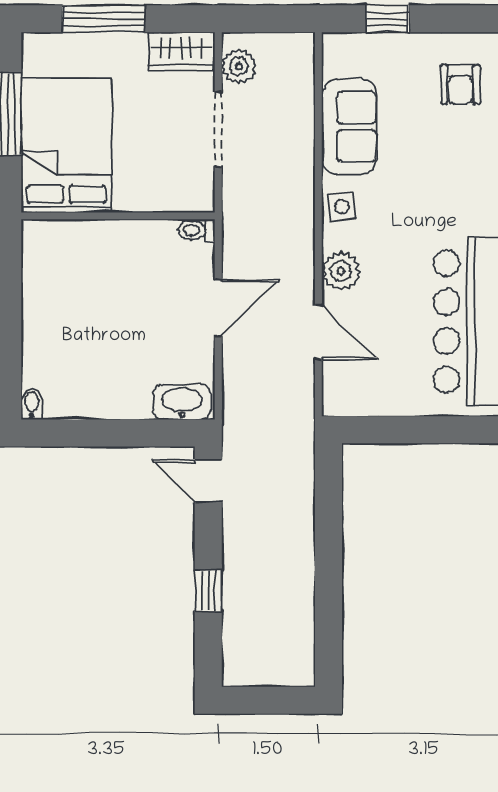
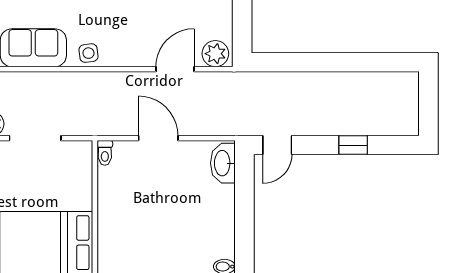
plant: (341, 271) -> (215, 54), moved

